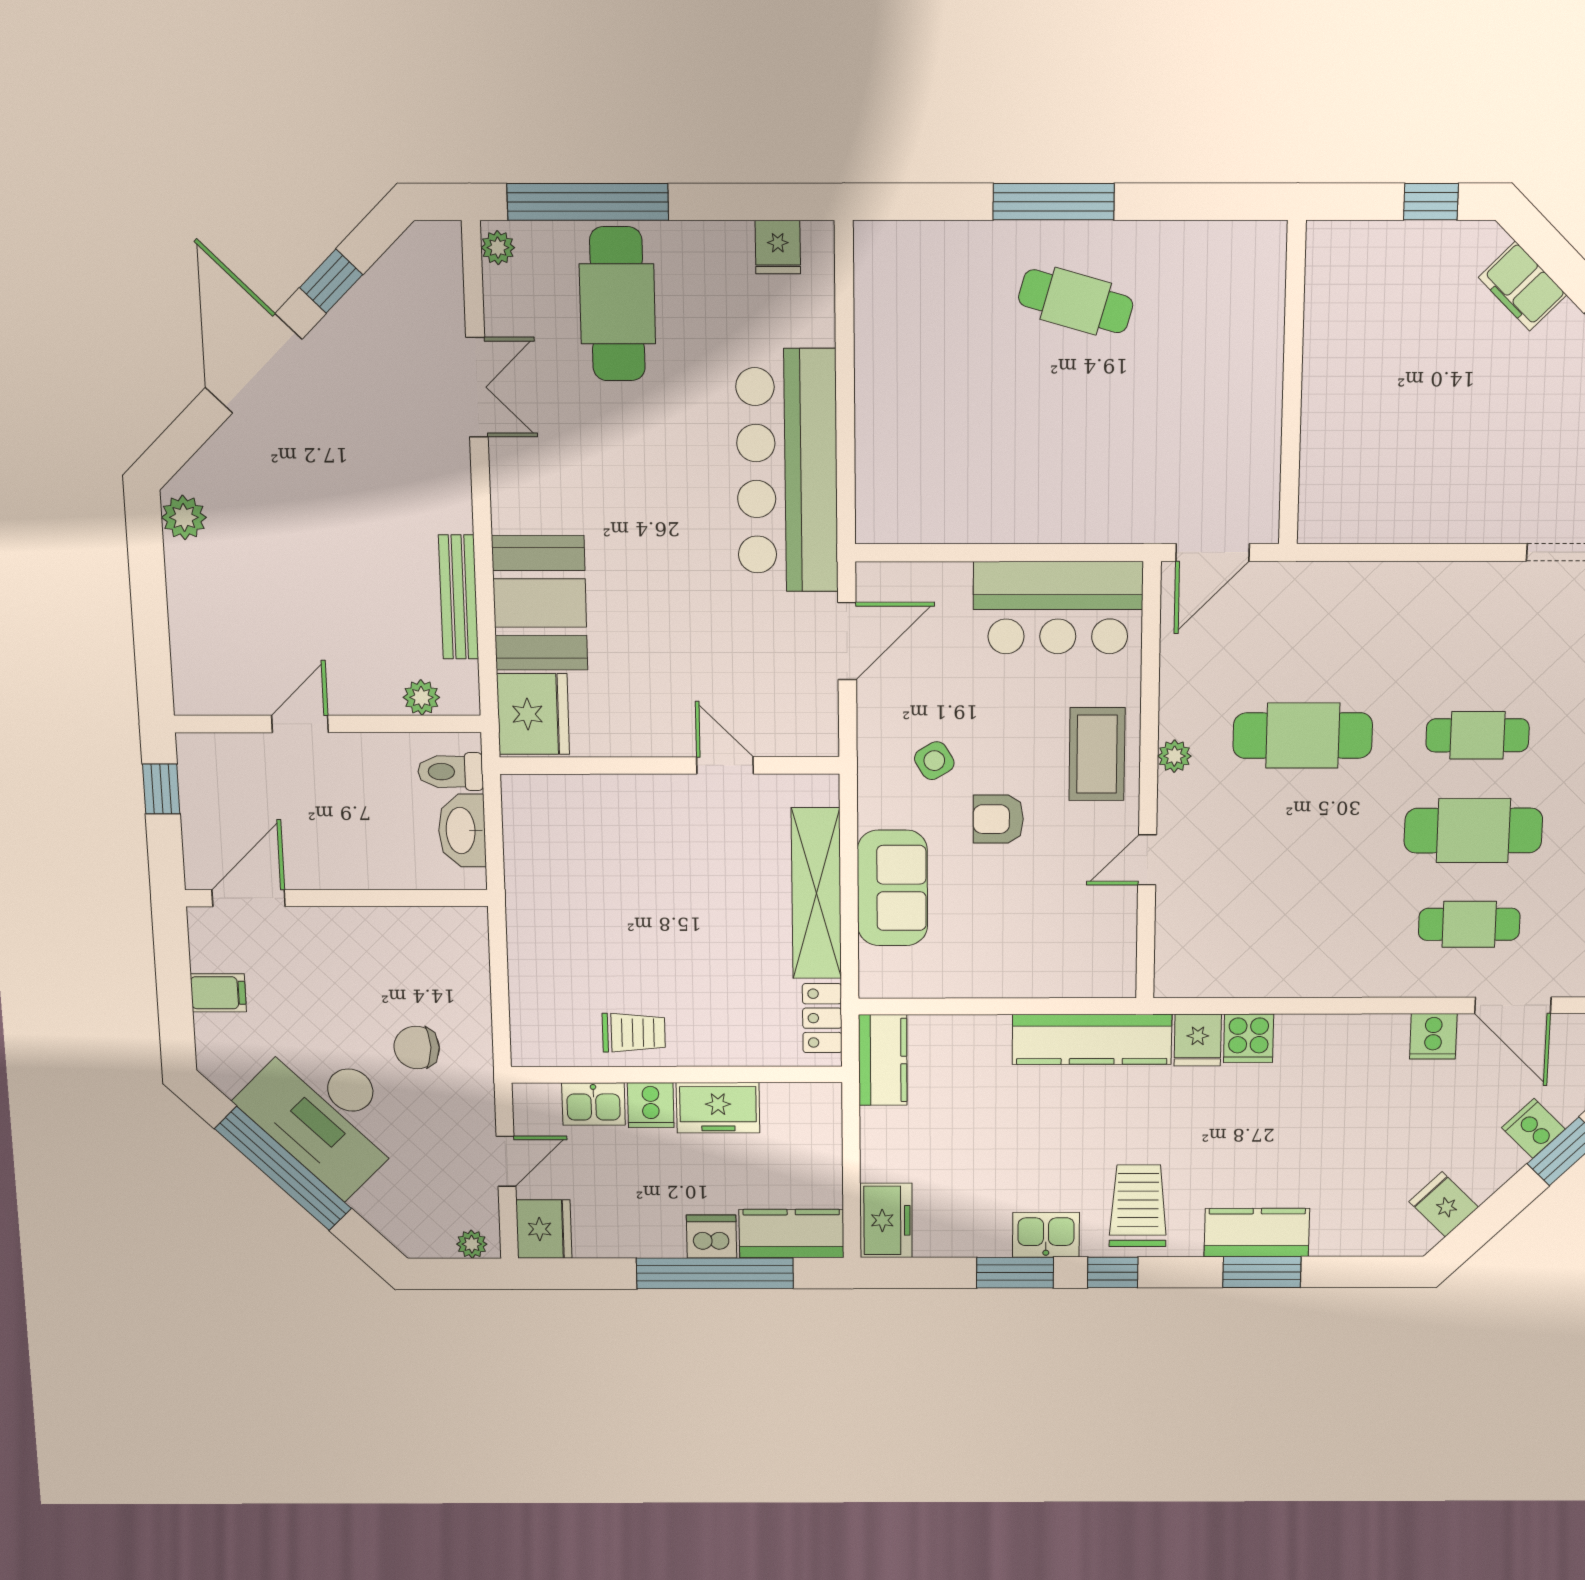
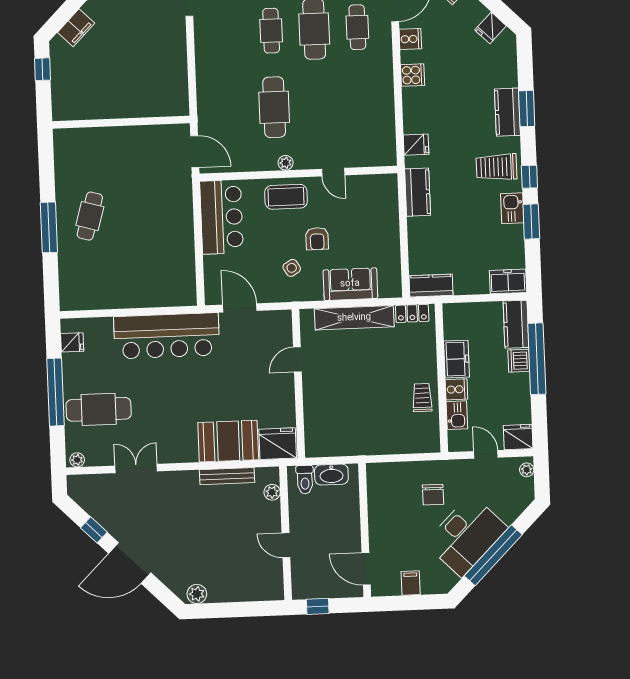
window: (588, 202) -> (55, 392), moved
cooker: (1249, 1038) -> (413, 75), moved
kitchen counter: (1092, 1039) -> (418, 192), width x0.67

